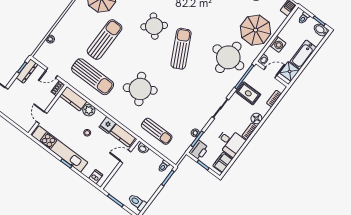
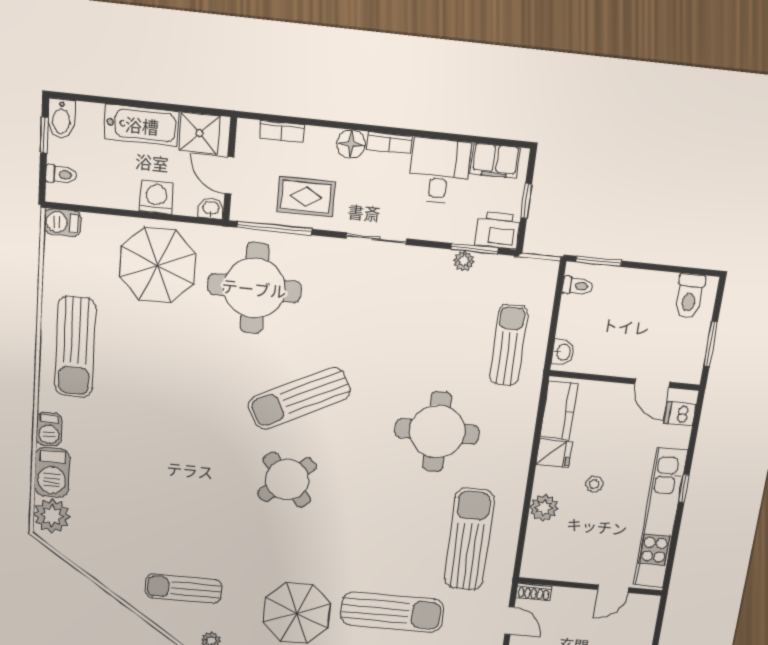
sun lounger: (105, 40) -> (392, 612), moved, turned 180
round table: (140, 89) -> (437, 432), turned 31
rug: (248, 93) -> (306, 197), turned 90
kitchen counter: (73, 99) -> (538, 551), removed
door: (125, 157) -> (652, 383), moved

